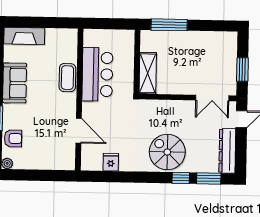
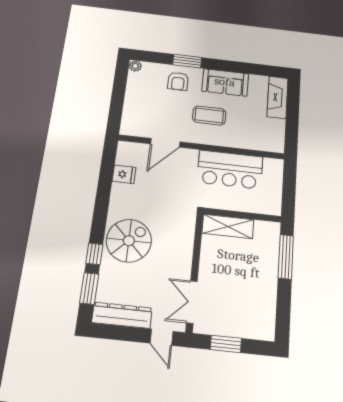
coffee table: (67, 78) -> (209, 115), moved
armchair: (13, 138) -> (178, 81), moved

